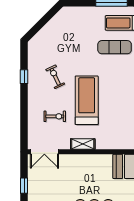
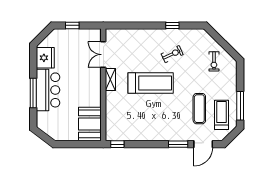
exercise bike: (55, 116) -> (214, 61), moved
double door: (44, 152) -> (103, 55), moved

